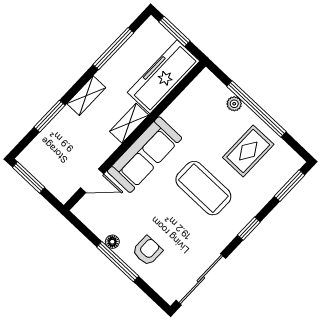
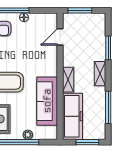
sofa: (145, 155) -> (47, 101), moved
window: (29, 177) -> (80, 10), moved

